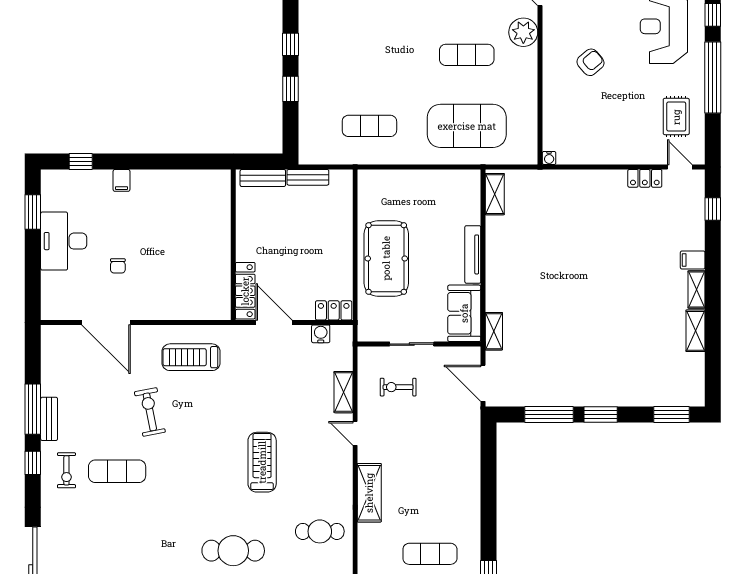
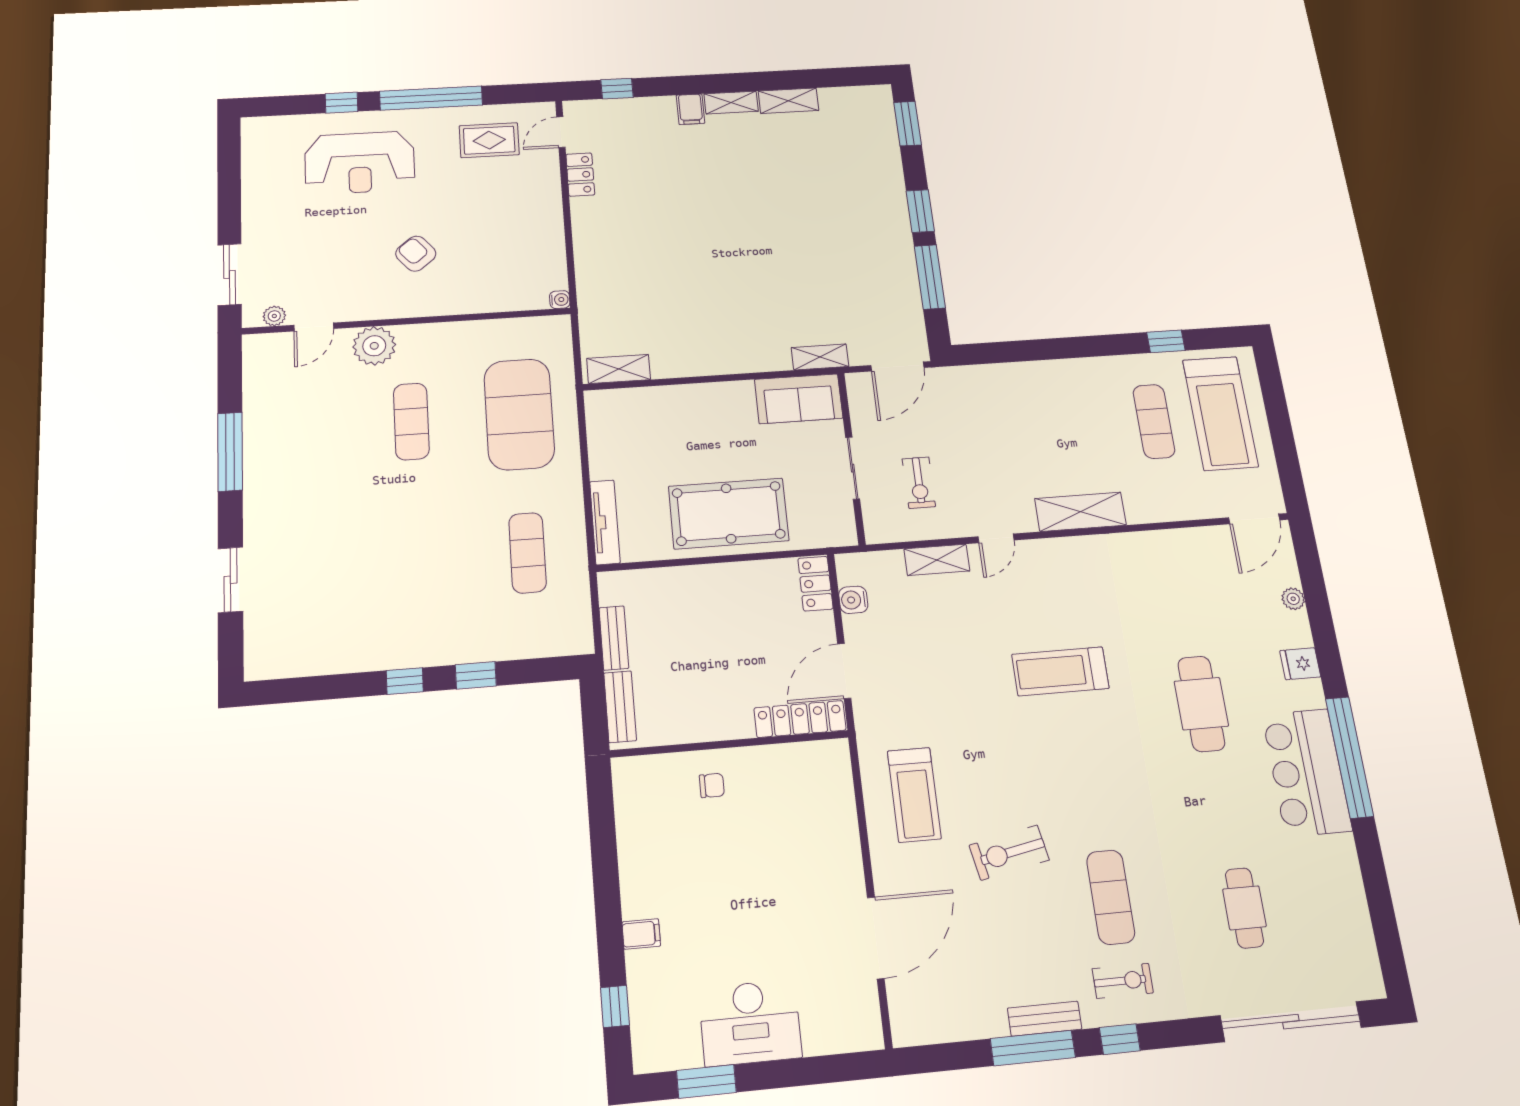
tv unit: (473, 254) -> (605, 522), moved, turned -90
chair: (118, 266) -> (712, 785), moved
cafe table: (320, 531) -> (1244, 908), moved

